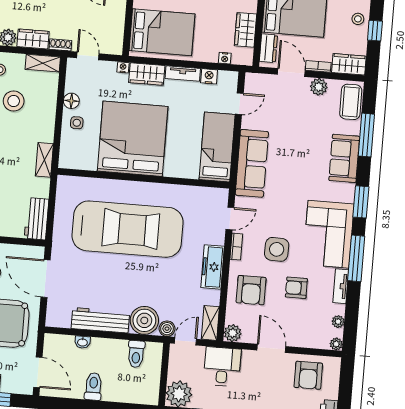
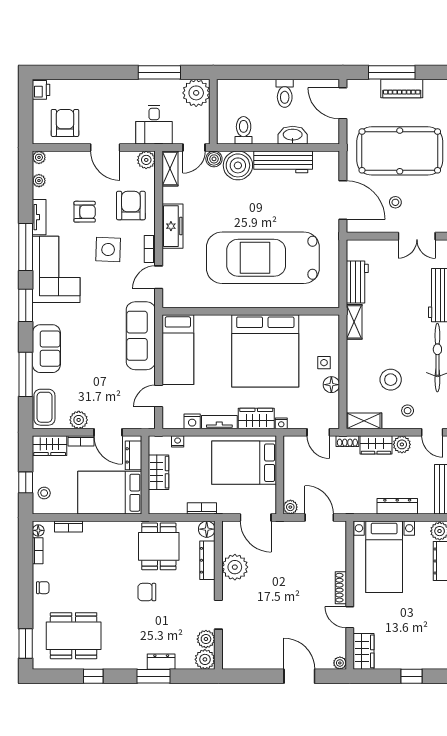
workbench: (37, 219) -> (357, 282), moved
washbasin: (82, 342) -> (293, 135), width x1.91, depth x1.45

